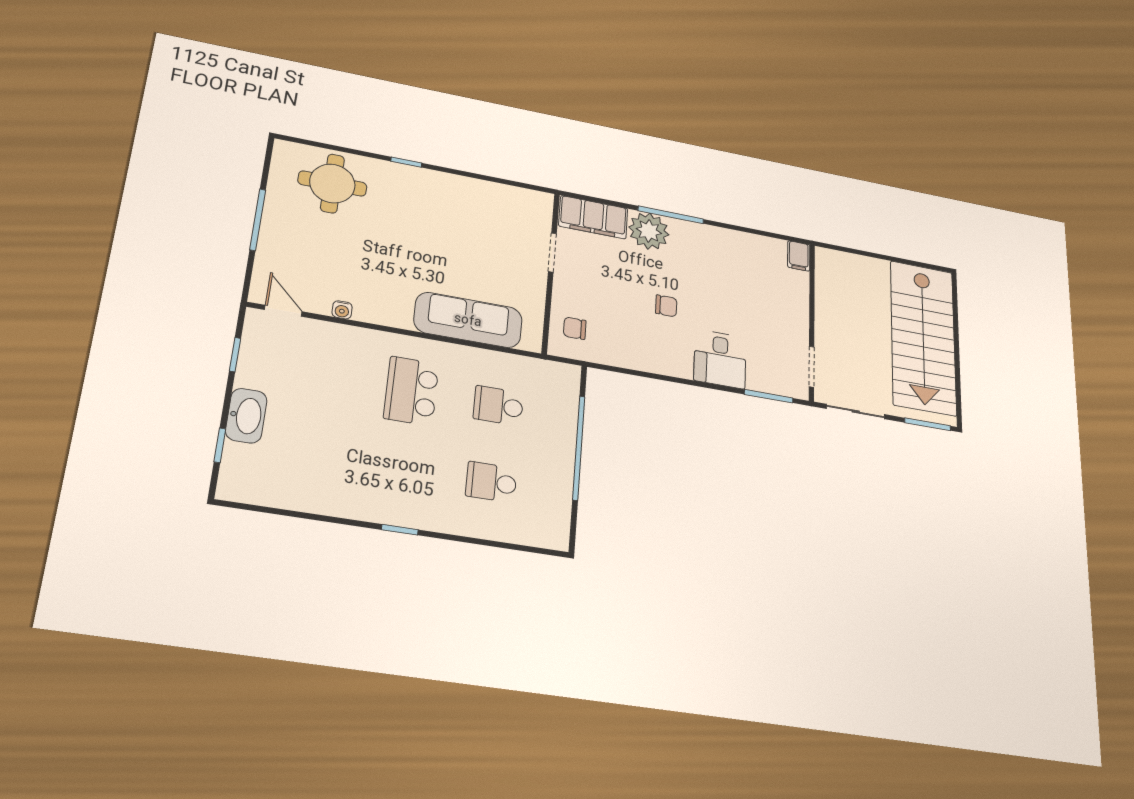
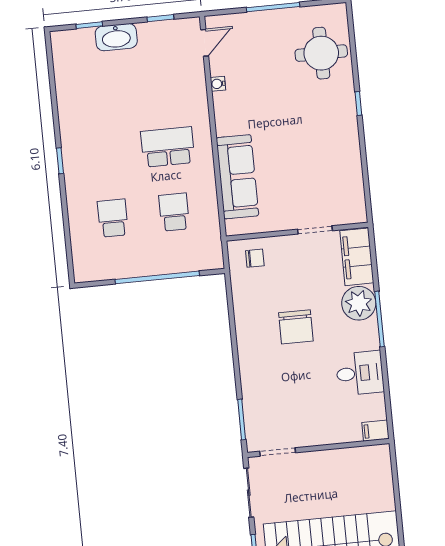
chair: (666, 306) -> (296, 327), width x1.87, depth x1.87
chair: (575, 328) -> (255, 258), turned 90
desk: (720, 359) -> (360, 373), moved, turned 180

